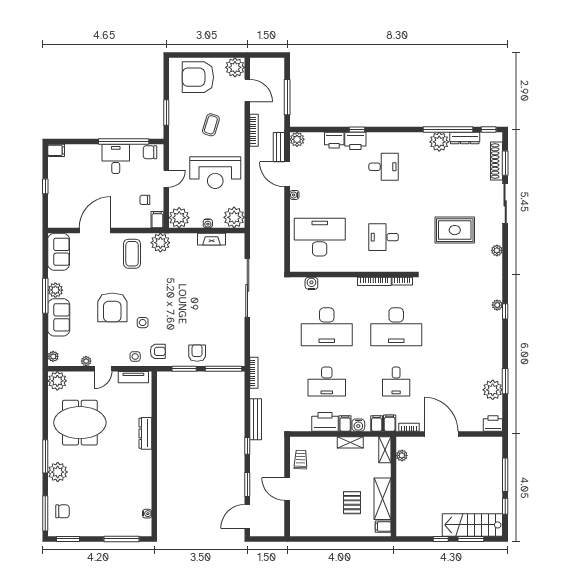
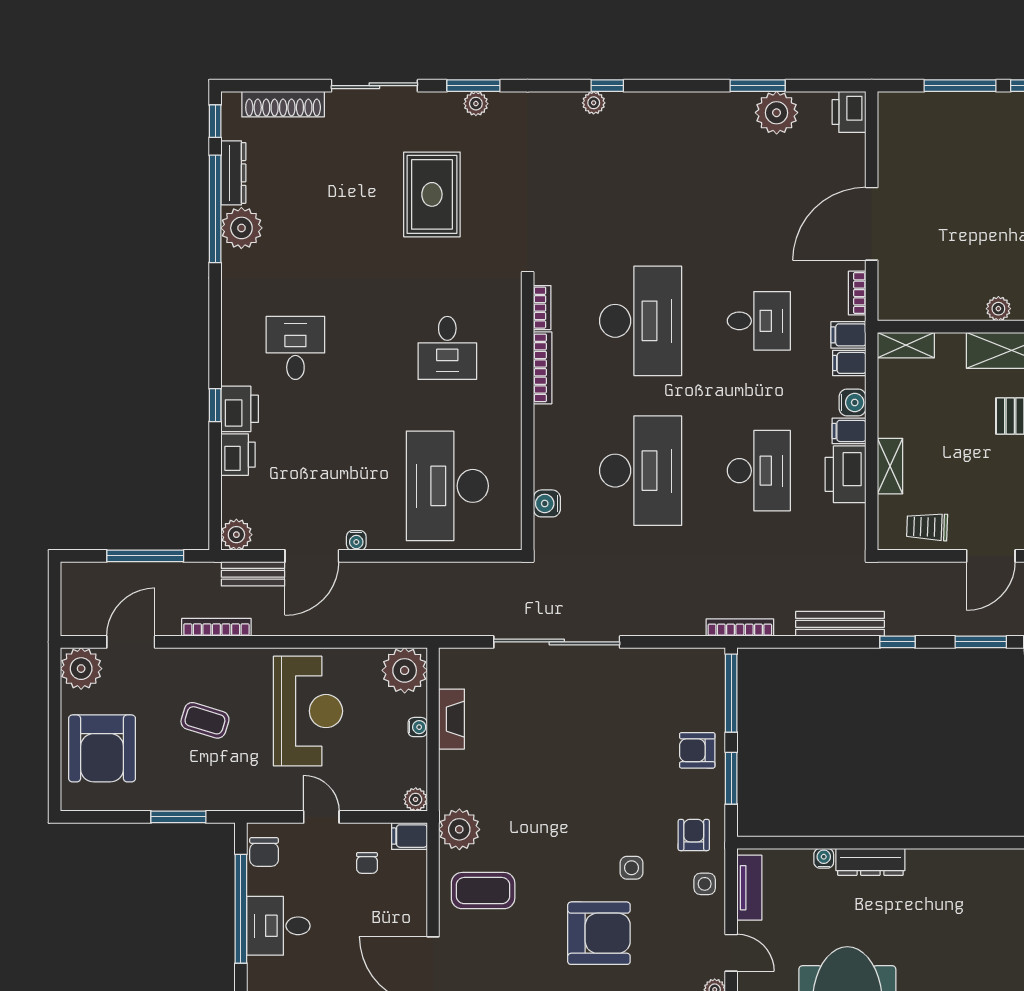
window: (505, 163) -> (473, 86), moved
plant: (179, 218) -> (416, 799), width x0.53, depth x0.53
water cooler: (147, 412) -> (824, 858), added
shelving: (350, 442) -> (890, 466), moved
plant: (402, 455) -> (998, 309), moved

